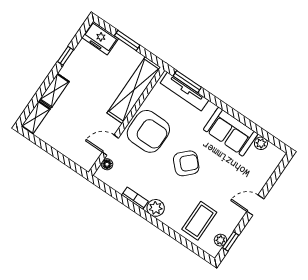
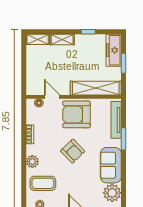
freezer: (100, 38) -> (114, 50), width x1.40
window: (187, 82) -> (123, 139), moved
armchair: (148, 131) -> (76, 114), turned 90
plant: (261, 143) -> (112, 193), width x1.87, depth x1.87
plant: (156, 208) -> (32, 162), moved

